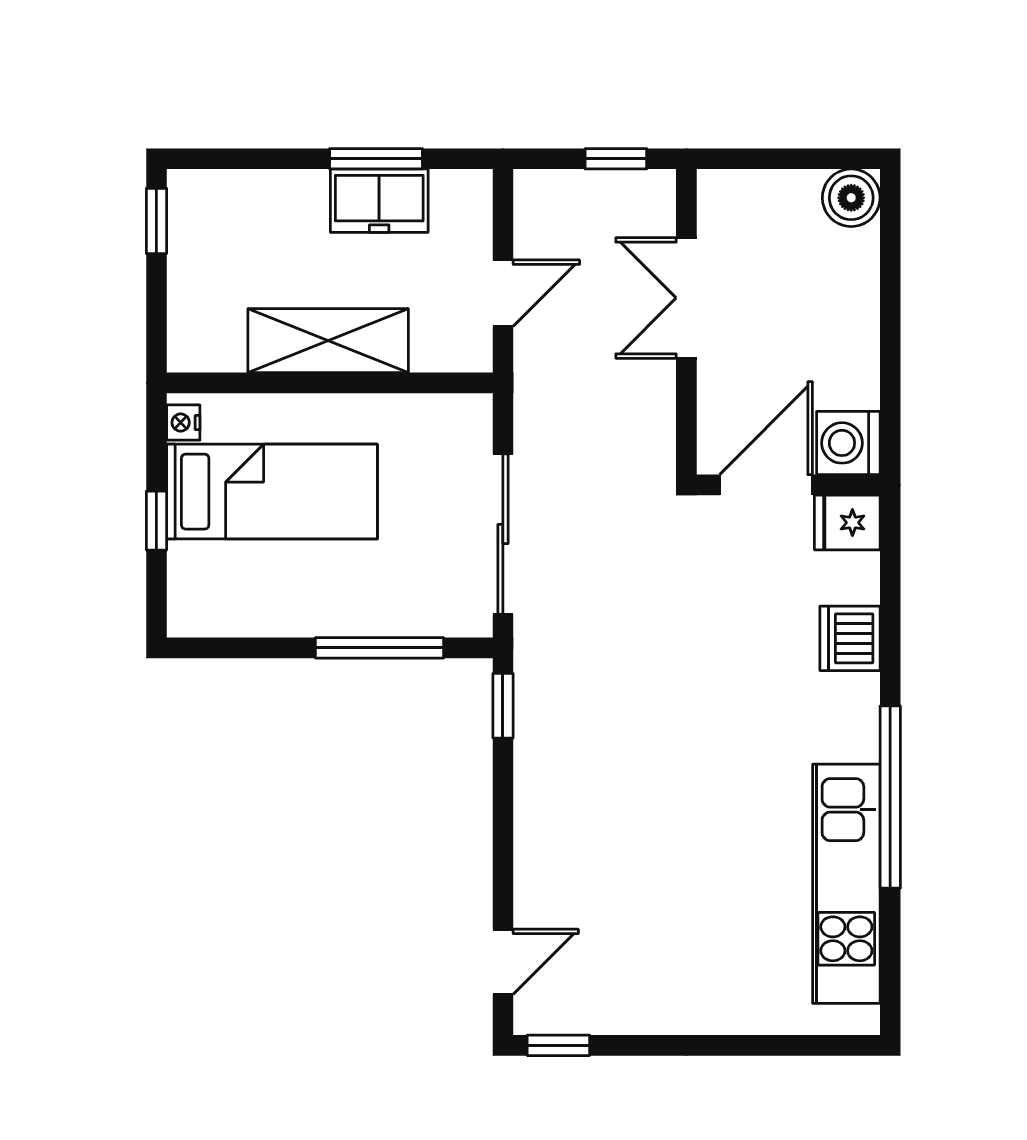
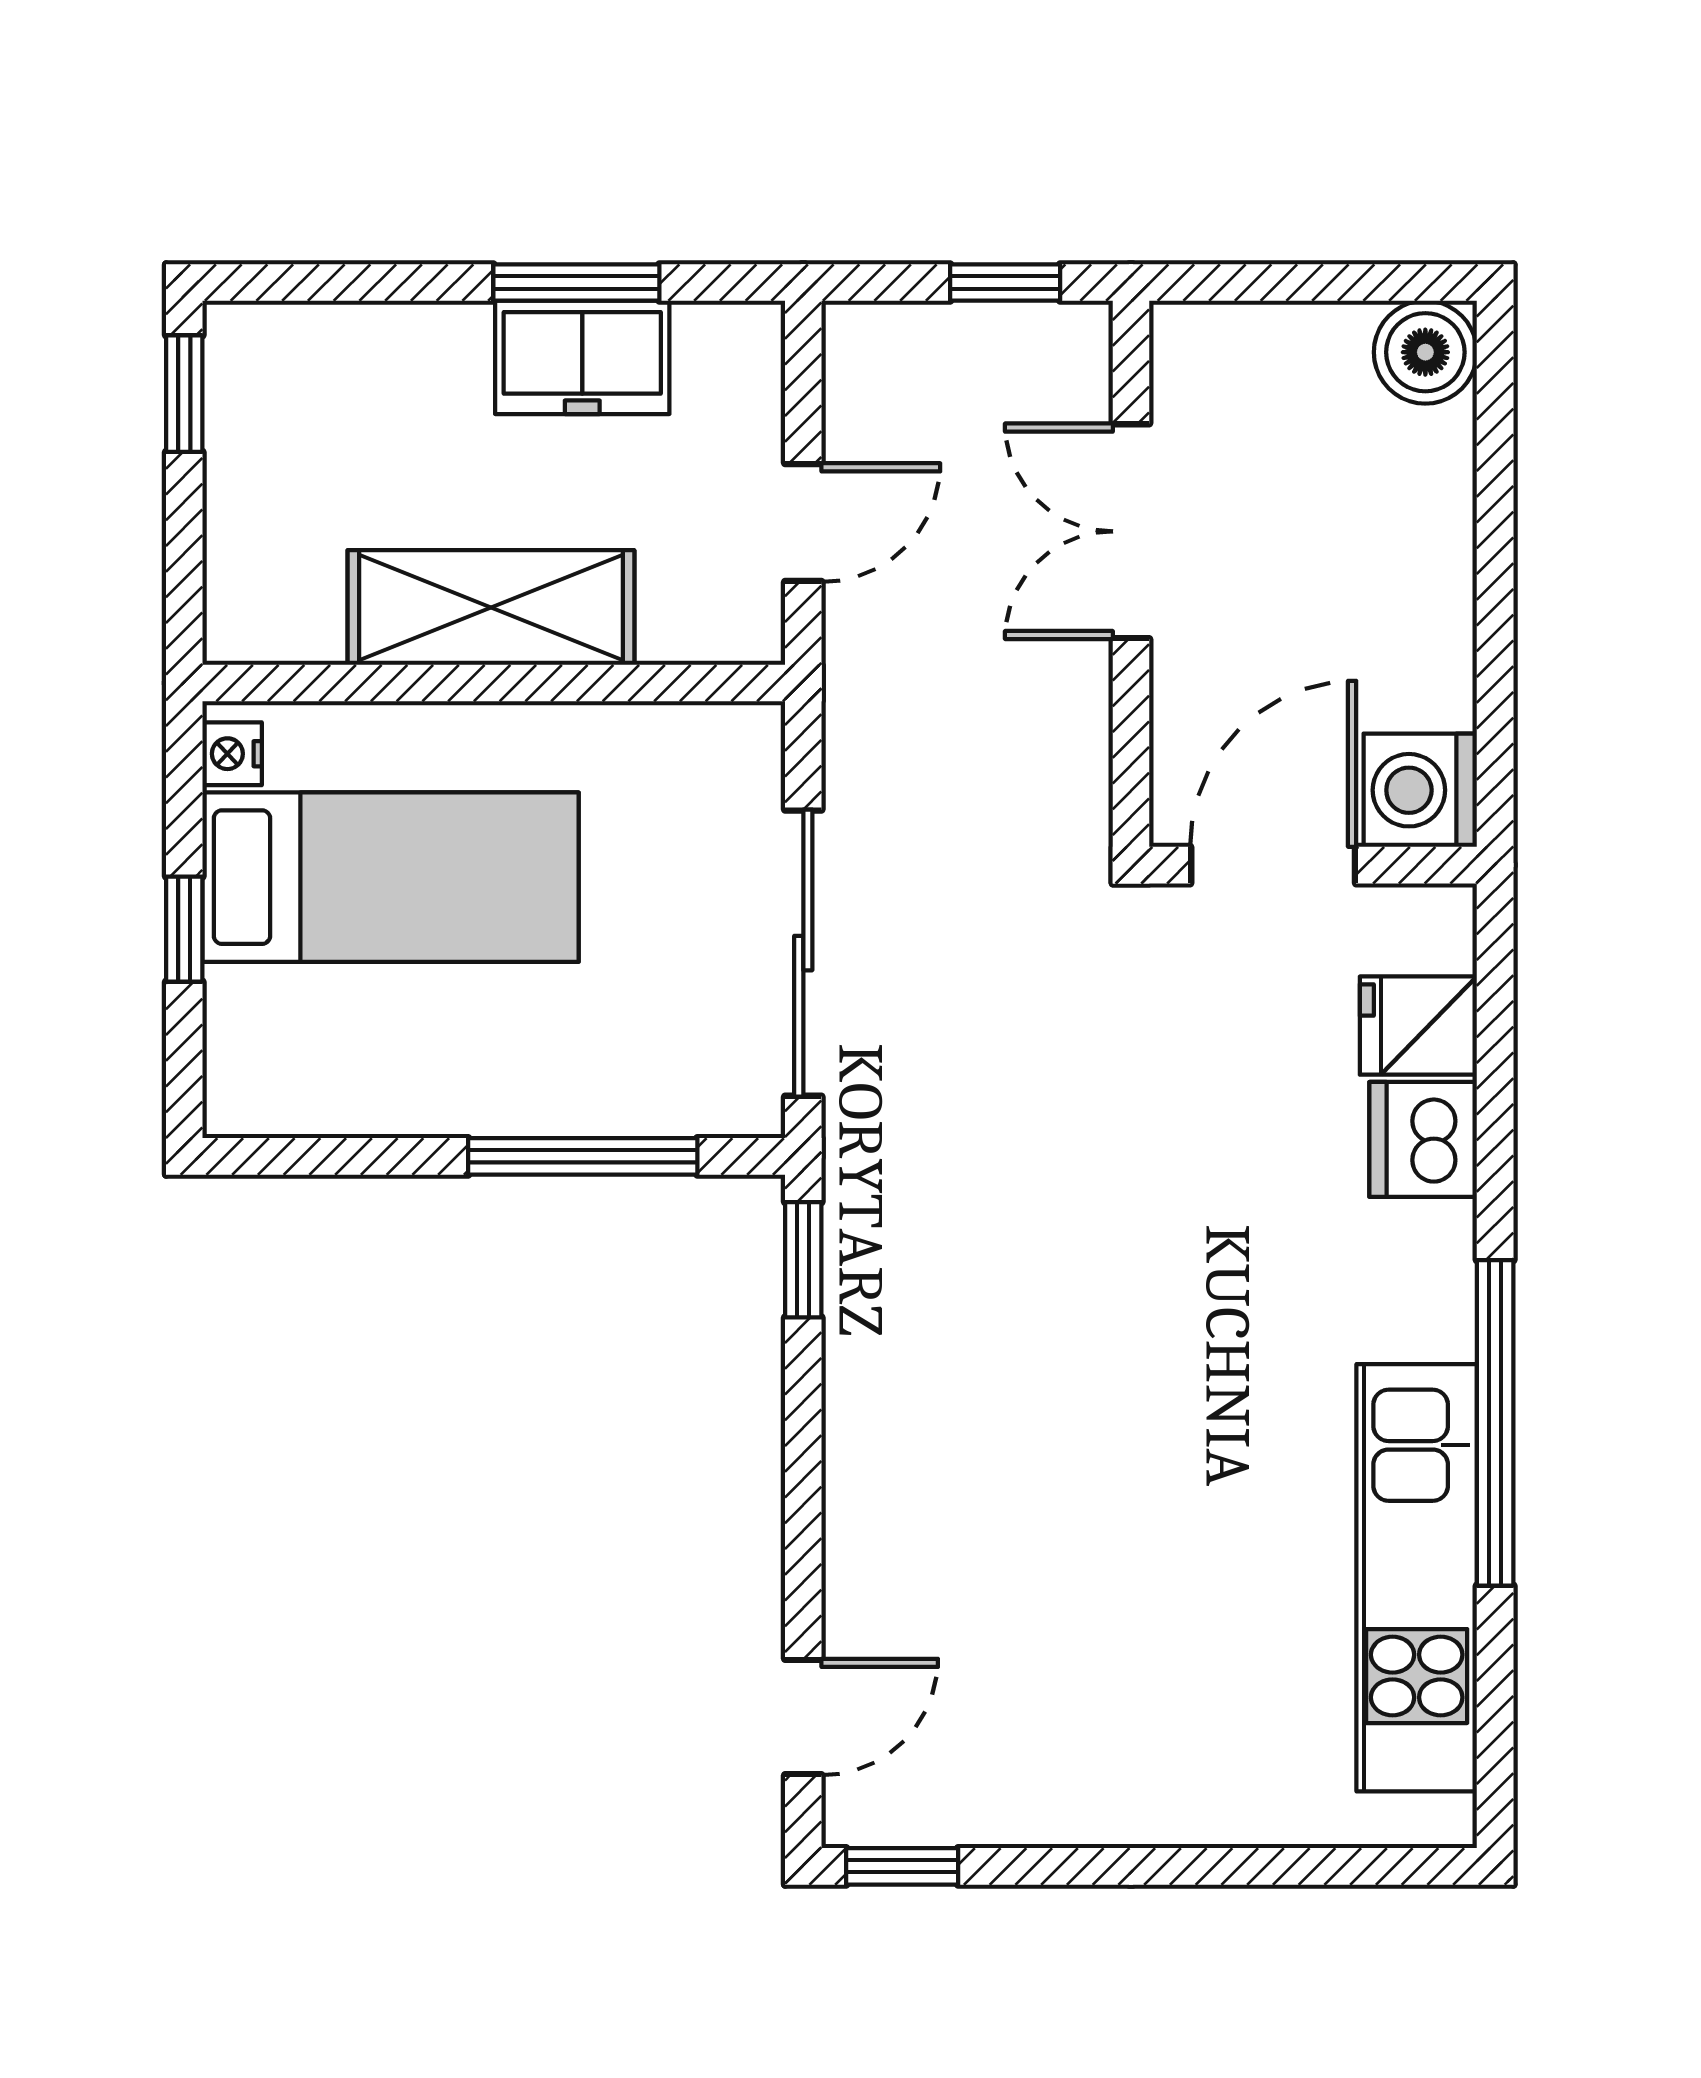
fridge: (847, 523) -> (1418, 1026), moved

